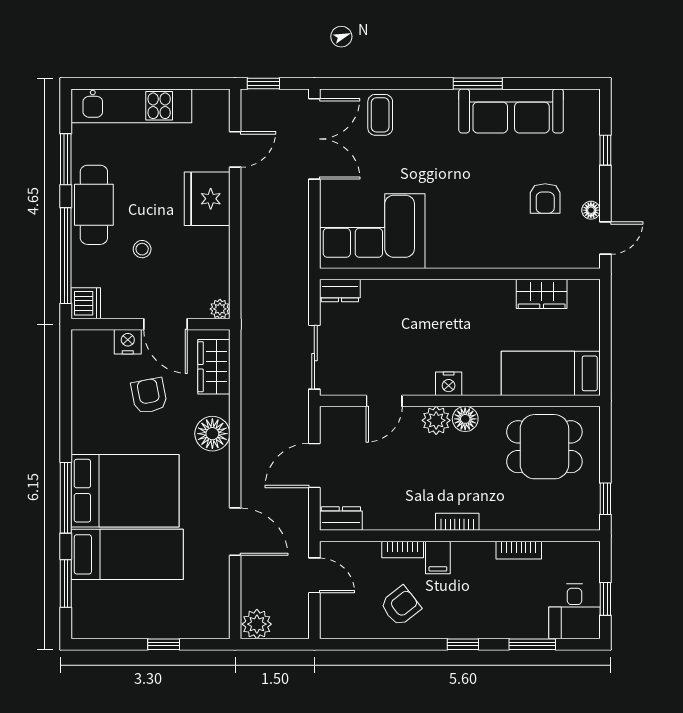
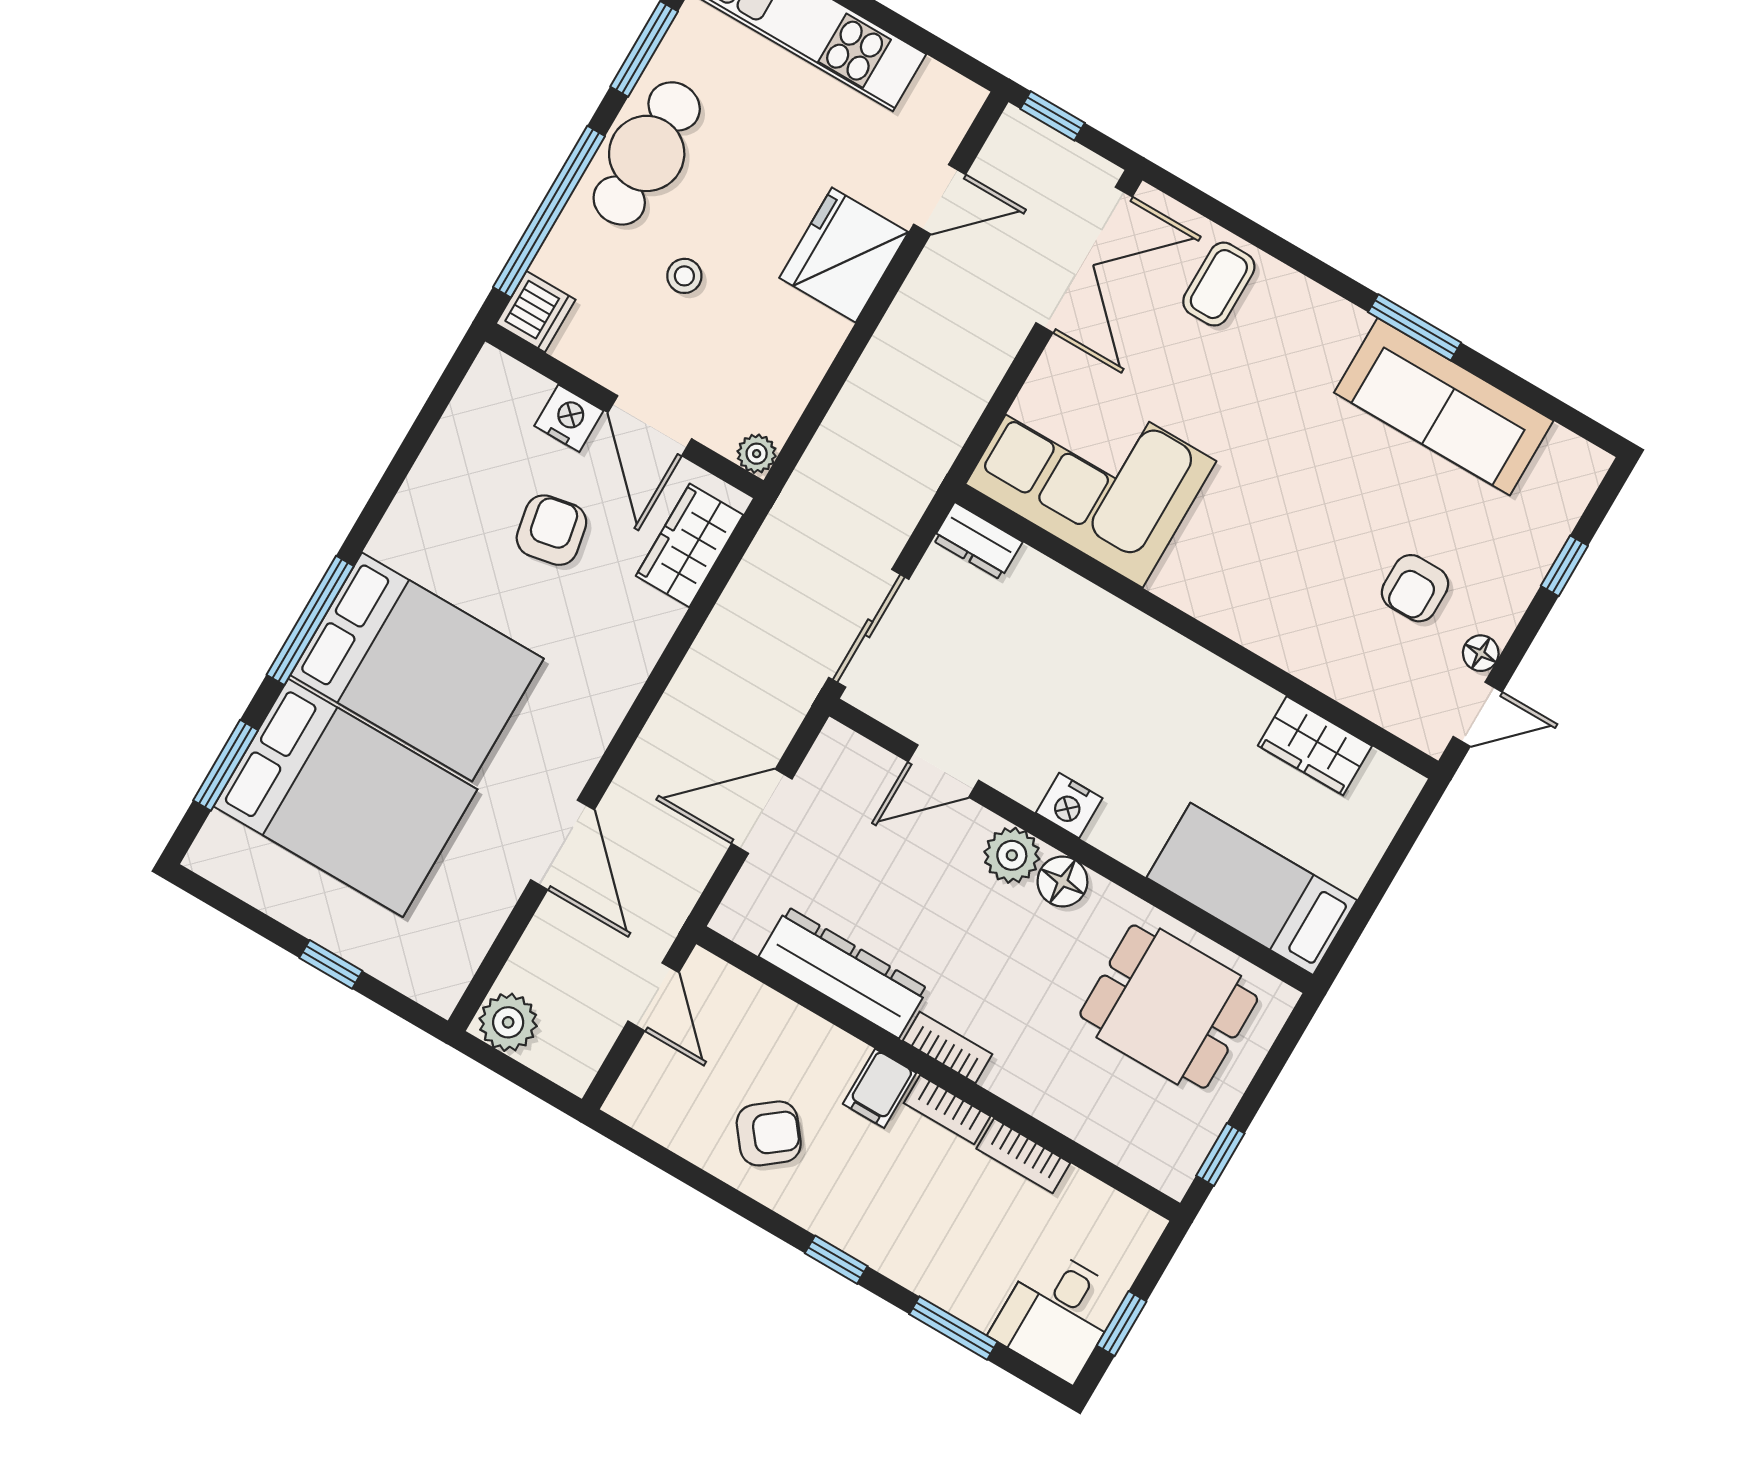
floor lamp: (212, 434) -> (621, 657), removed
dresser: (341, 519) -> (843, 973), moved, width x1.96, depth x1.24
bookcase: (403, 549) -> (947, 1110), moved
bed: (127, 554) -> (345, 798), width x1.50

